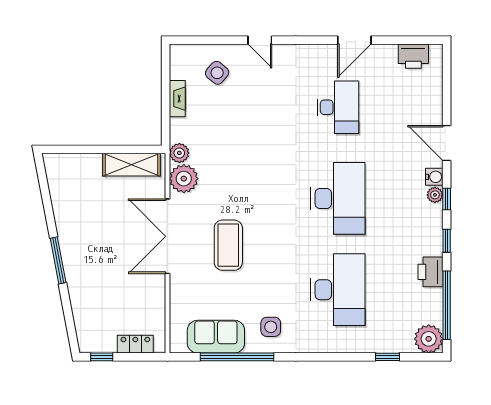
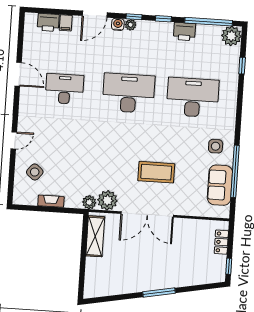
printer: (413, 56) -> (48, 22), moved, turned 90
filing cabinet: (432, 103) -> (66, 23), added

